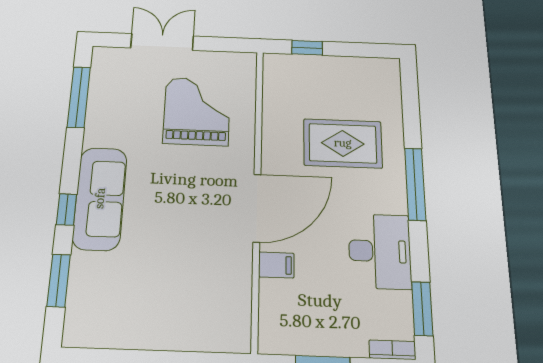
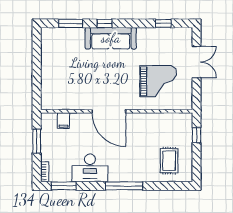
window: (79, 97) -> (163, 23), width x0.46
rug: (343, 143) -> (169, 161), moved, width x0.73, depth x0.70
filing cabinet: (276, 265) -> (63, 121), moved

